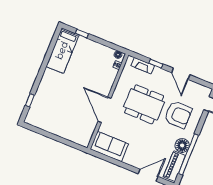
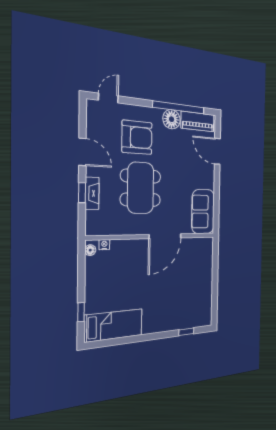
fireplace: (143, 66) -> (92, 193), moved
door: (181, 74) -> (82, 152), hinge flipped
armchair: (178, 115) -> (137, 137), turned 90

